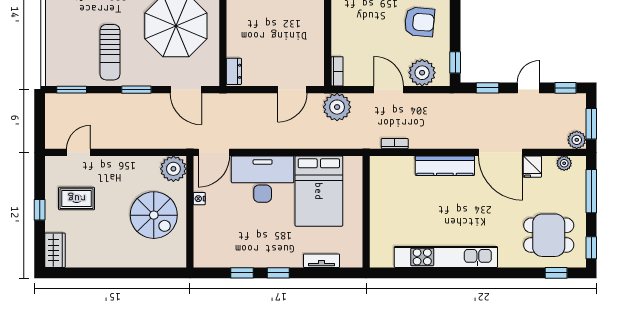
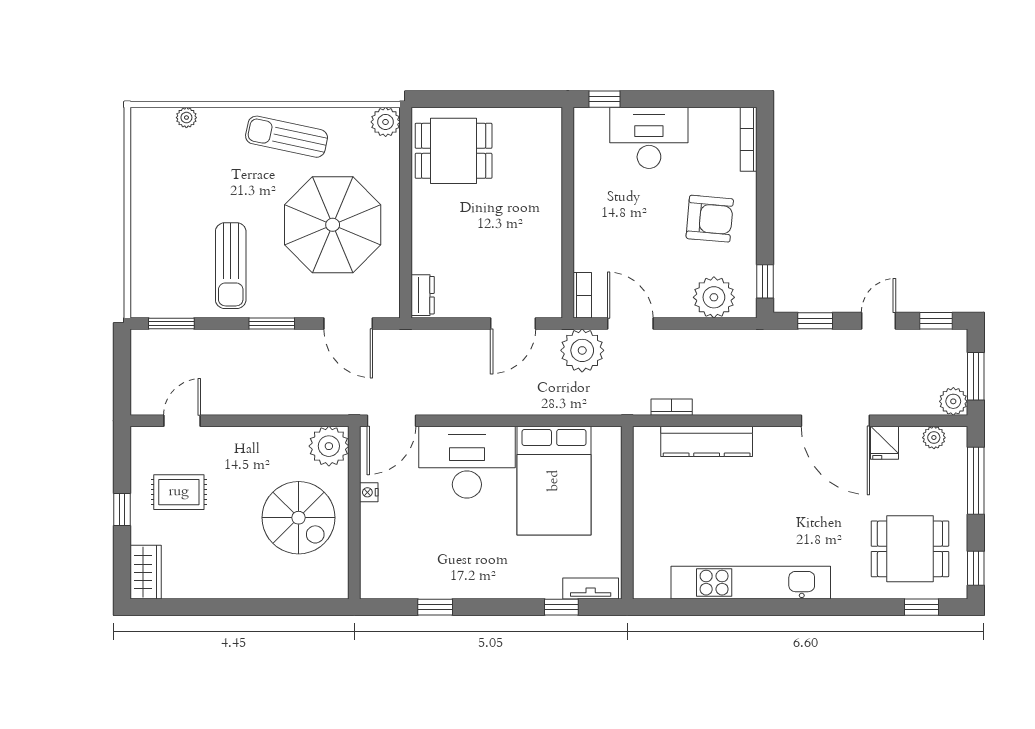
door: (389, 90) -> (630, 323), moved
kitchen counter: (445, 166) -> (707, 441), moved
tv unit: (322, 261) -> (591, 588), moved
window: (278, 273) -> (561, 607), moved

